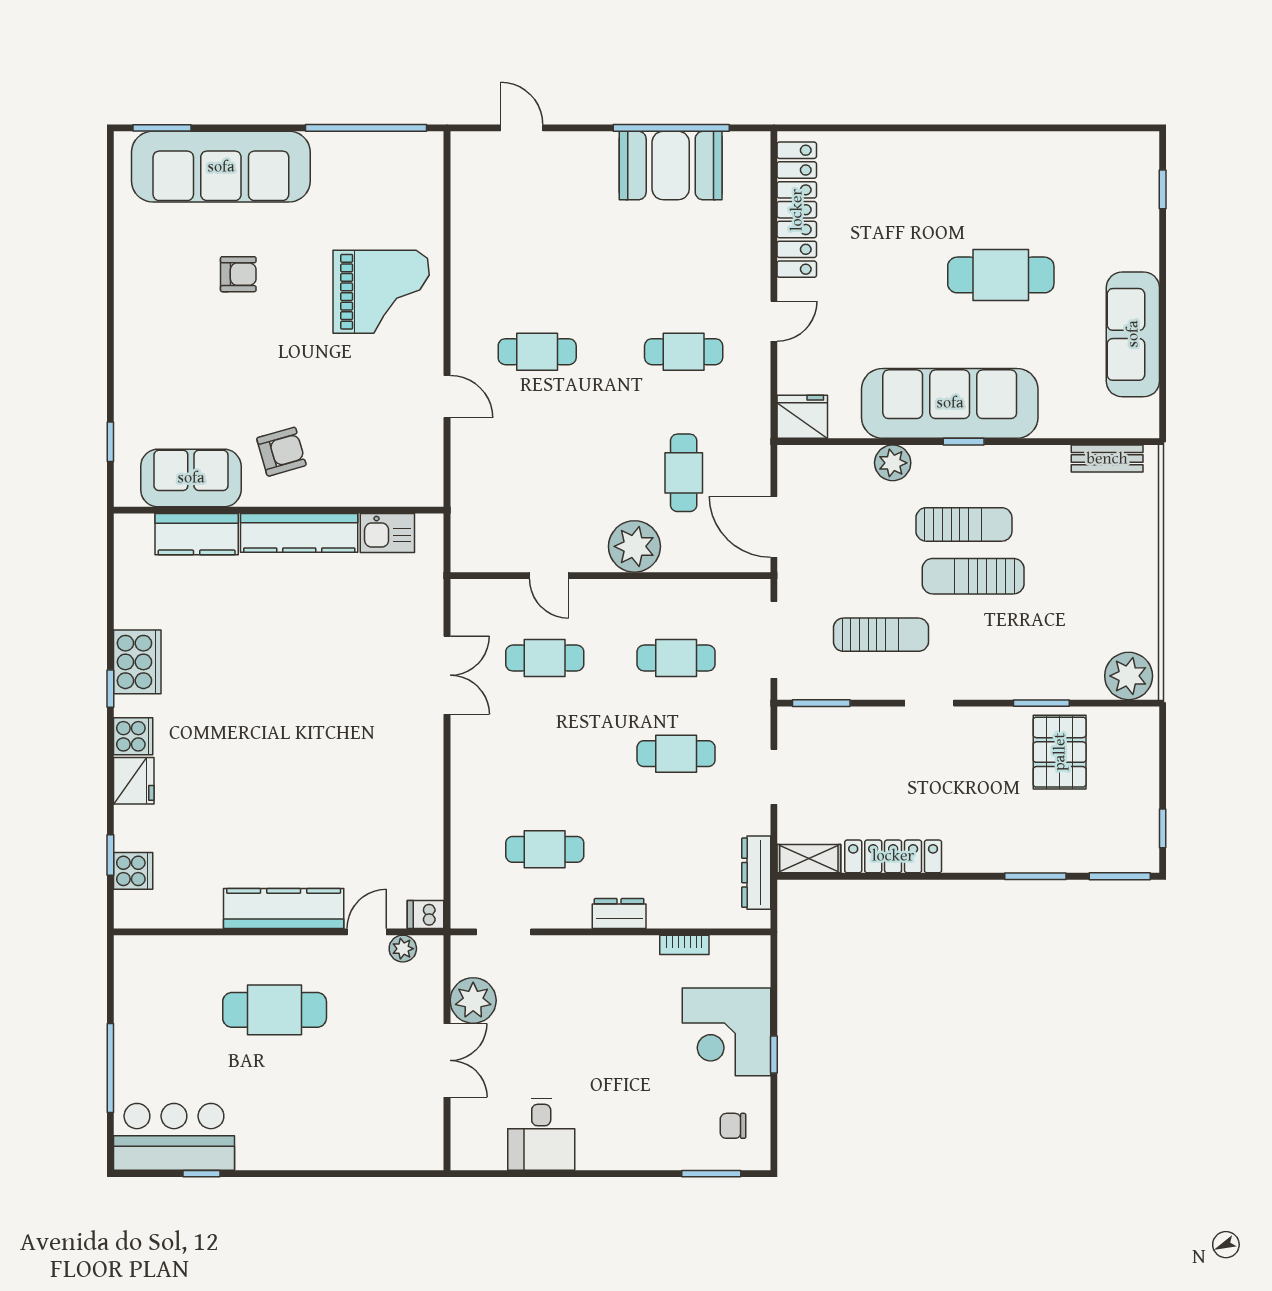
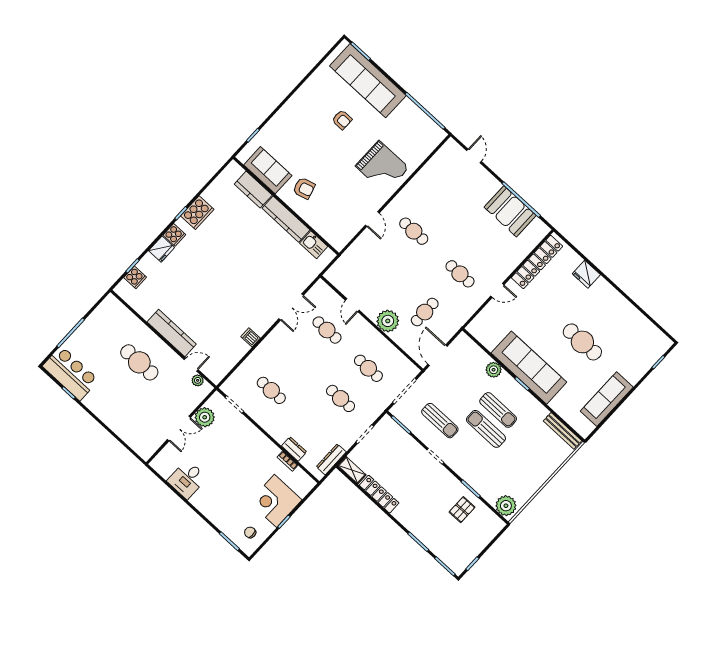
fridge: (802, 417) -> (586, 274), moved, turned 180
bench: (1107, 459) -> (563, 431), width x1.36
pallet: (1060, 752) -> (462, 510), width x0.67, depth x0.71
dresser: (619, 913) -> (294, 449), moved
dishwasher: (426, 914) -> (251, 337), moved

